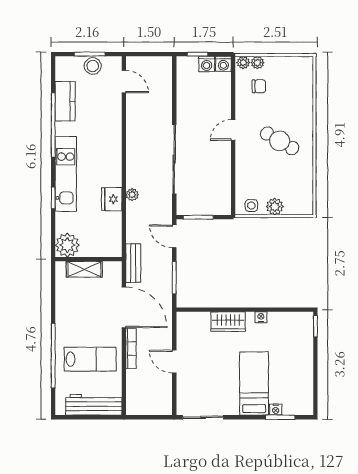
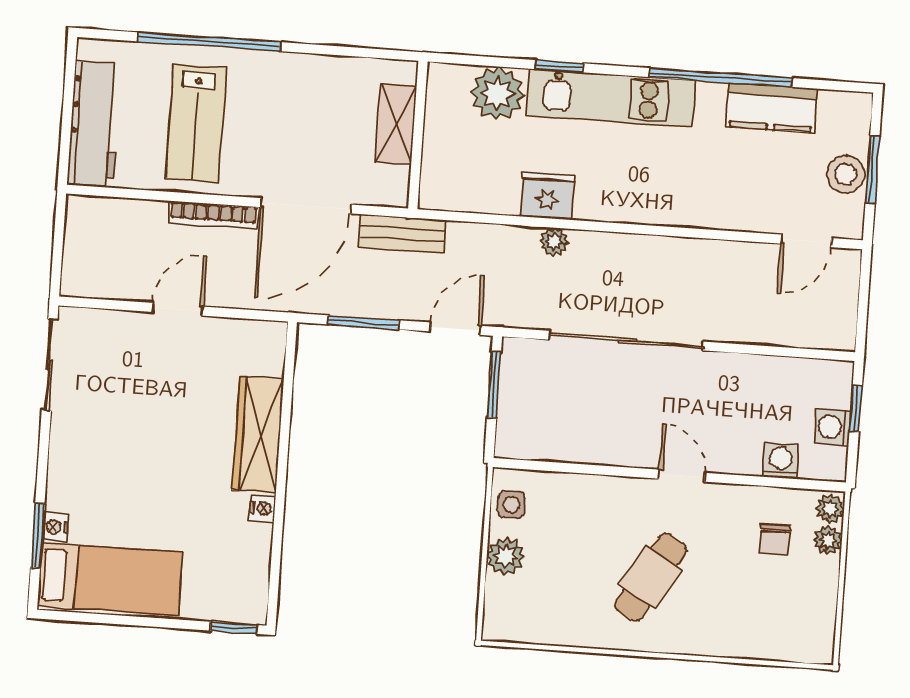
washing machine: (223, 64) -> (781, 461), moved, turned 90
plant: (67, 245) -> (497, 93), moved
wardrobe: (228, 322) -> (258, 435), width x1.50
bed: (254, 383) -> (110, 579), moved

